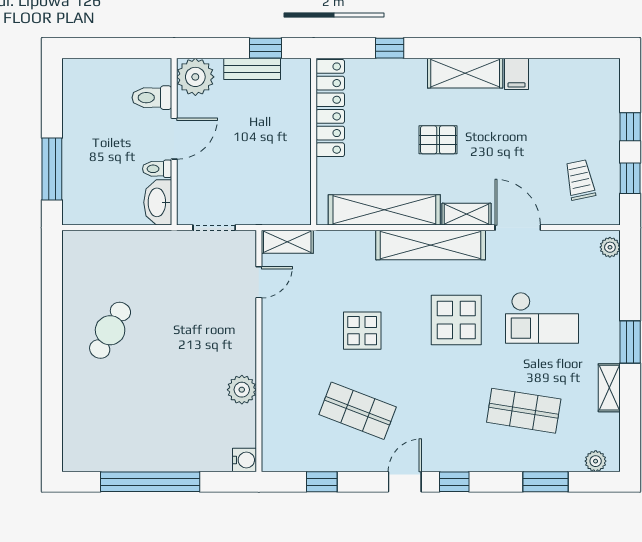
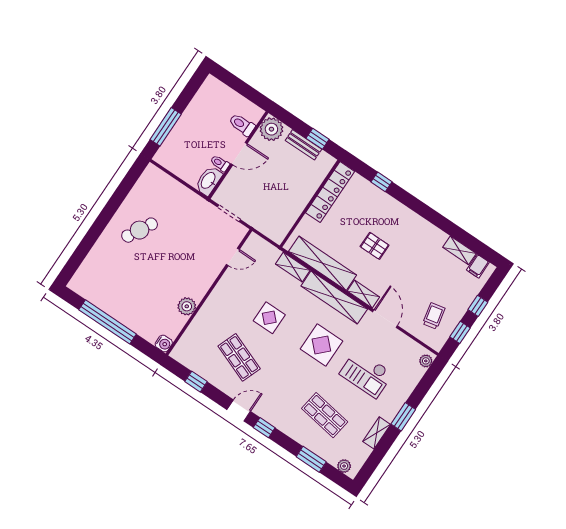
shelving: (465, 73) -> (459, 250), moved, width x0.67, depth x0.75
filing cabinet: (516, 74) -> (478, 266), moved
shelving: (287, 242) -> (293, 267), moved

